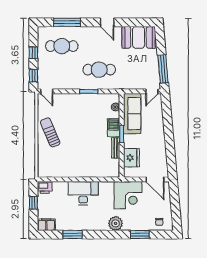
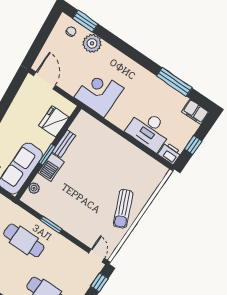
desk: (83, 193) -> (149, 130), moved
corner desk: (128, 195) -> (99, 93), moved
plant: (116, 223) -> (92, 43), moved
window: (73, 235) -> (174, 82), width x1.44
window: (140, 235) -> (85, 21), moved

